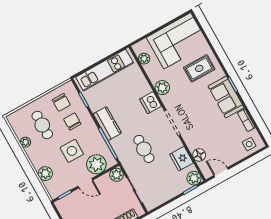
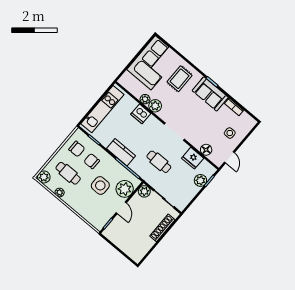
plant: (144, 59) -> (145, 99), moved
dishwasher: (150, 103) -> (141, 114), moved
side table: (249, 144) -> (230, 133), moved
door: (221, 172) -> (229, 157), swing flipped
plant: (45, 174) -> (44, 177), moved
plant: (194, 178) -> (200, 180), moved
door: (85, 183) -> (121, 208), hinge flipped

